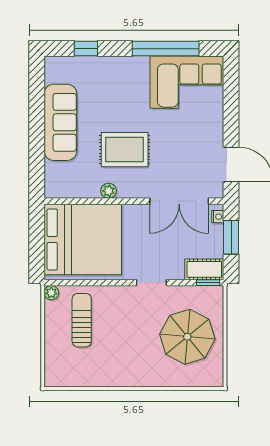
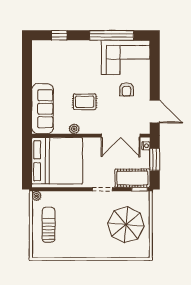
sofa: (60, 122) -> (42, 109), moved
armchair: (188, 131) -> (127, 89), added
rug: (125, 150) -> (85, 102), width x0.73, depth x0.70
cot: (204, 269) -> (132, 178), width x1.37, depth x1.34
sun lounger: (82, 320) -> (49, 225), moved

